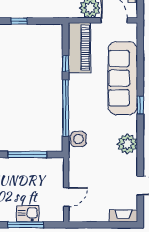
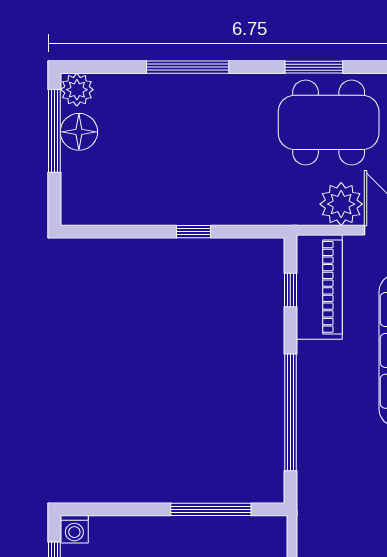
window: (66, 63) -> (290, 290), moved
side table: (78, 139) -> (317, 477), removed

